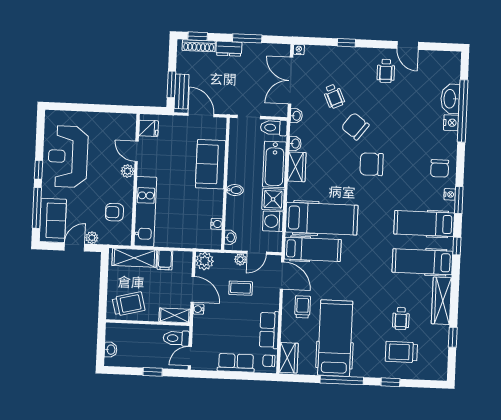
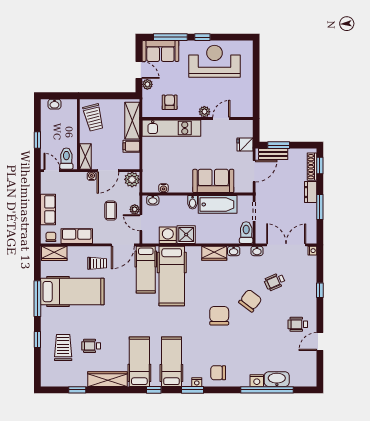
fridge: (149, 128) -> (245, 144), moved, turned 90
bathtub: (274, 164) -> (218, 204), moved, turned 180

